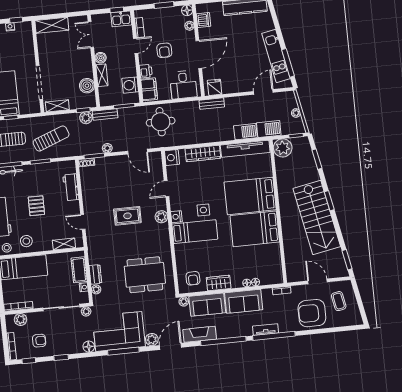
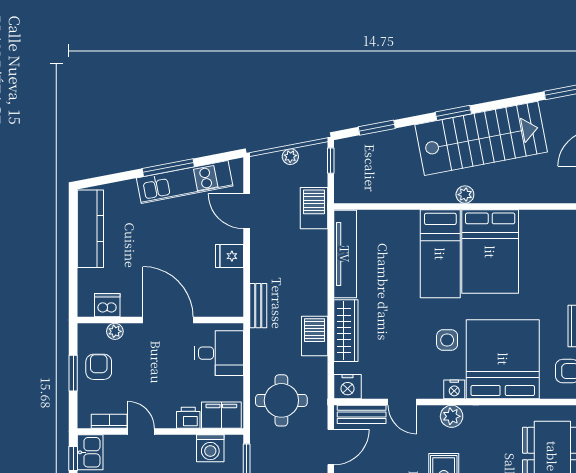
floor lamp: (187, 10) -> (87, 333), removed
armchair: (164, 50) -> (99, 367), moved, turned -90
window: (288, 63) -> (168, 168), moved
fridge: (215, 87) -> (230, 256), moved
barbecue: (245, 132) -> (315, 336), moved
plant: (283, 148) -> (465, 195), moved, width x0.53, depth x0.53
bench: (157, 167) -> (362, 414), added
bed: (250, 196) -> (440, 254), width x0.67
bed: (195, 232) -> (503, 359), width x2.04

